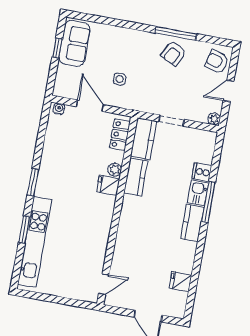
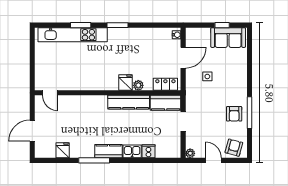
armchair: (174, 53) -> (234, 114), turned -117
kitchen counter: (136, 177) -> (129, 102), width x1.50
window: (208, 202) -> (94, 160), moved

